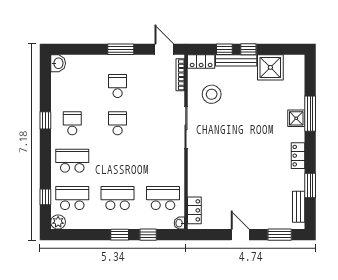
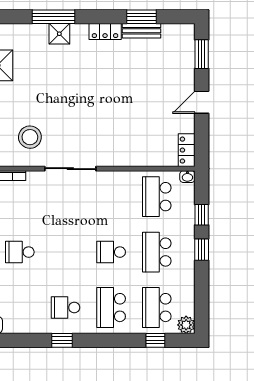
school desk: (118, 123) -> (111, 252), moved
bench: (299, 207) -> (141, 31), moved
locker: (194, 210) -> (187, 150), moved, turned -90

